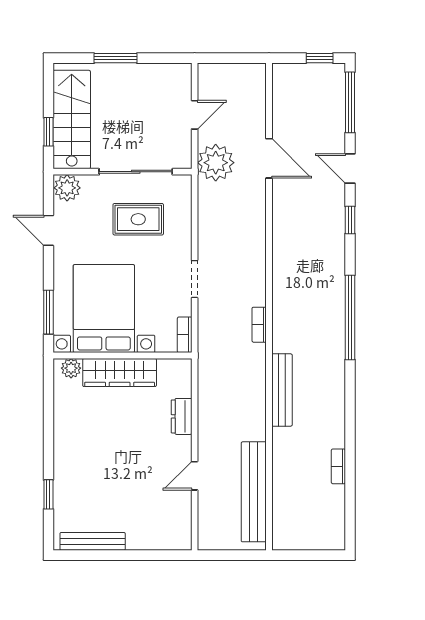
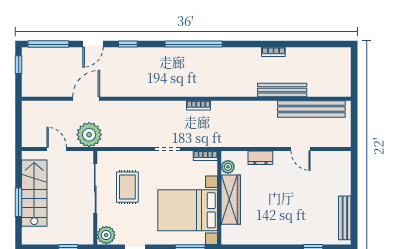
stairs: (72, 120) -> (34, 193), moved, turned 90
plant: (71, 368) -> (228, 167), moved
bench: (282, 390) -> (282, 90), moved
bookcase: (338, 466) -> (273, 52), moved

